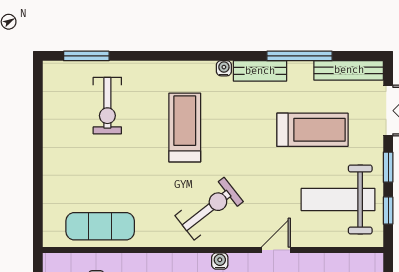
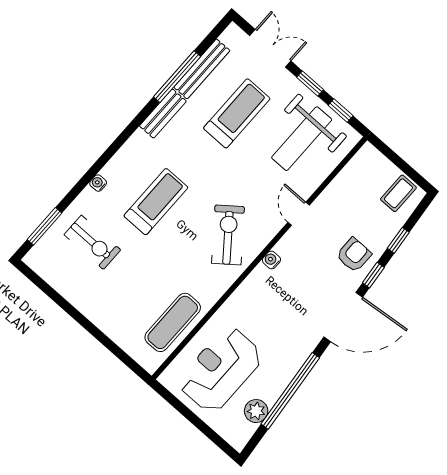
water cooler: (224, 68) -> (98, 183), moved
bench: (349, 70) -> (202, 69), moved
treadmill: (185, 127) -> (156, 202), turned 90

